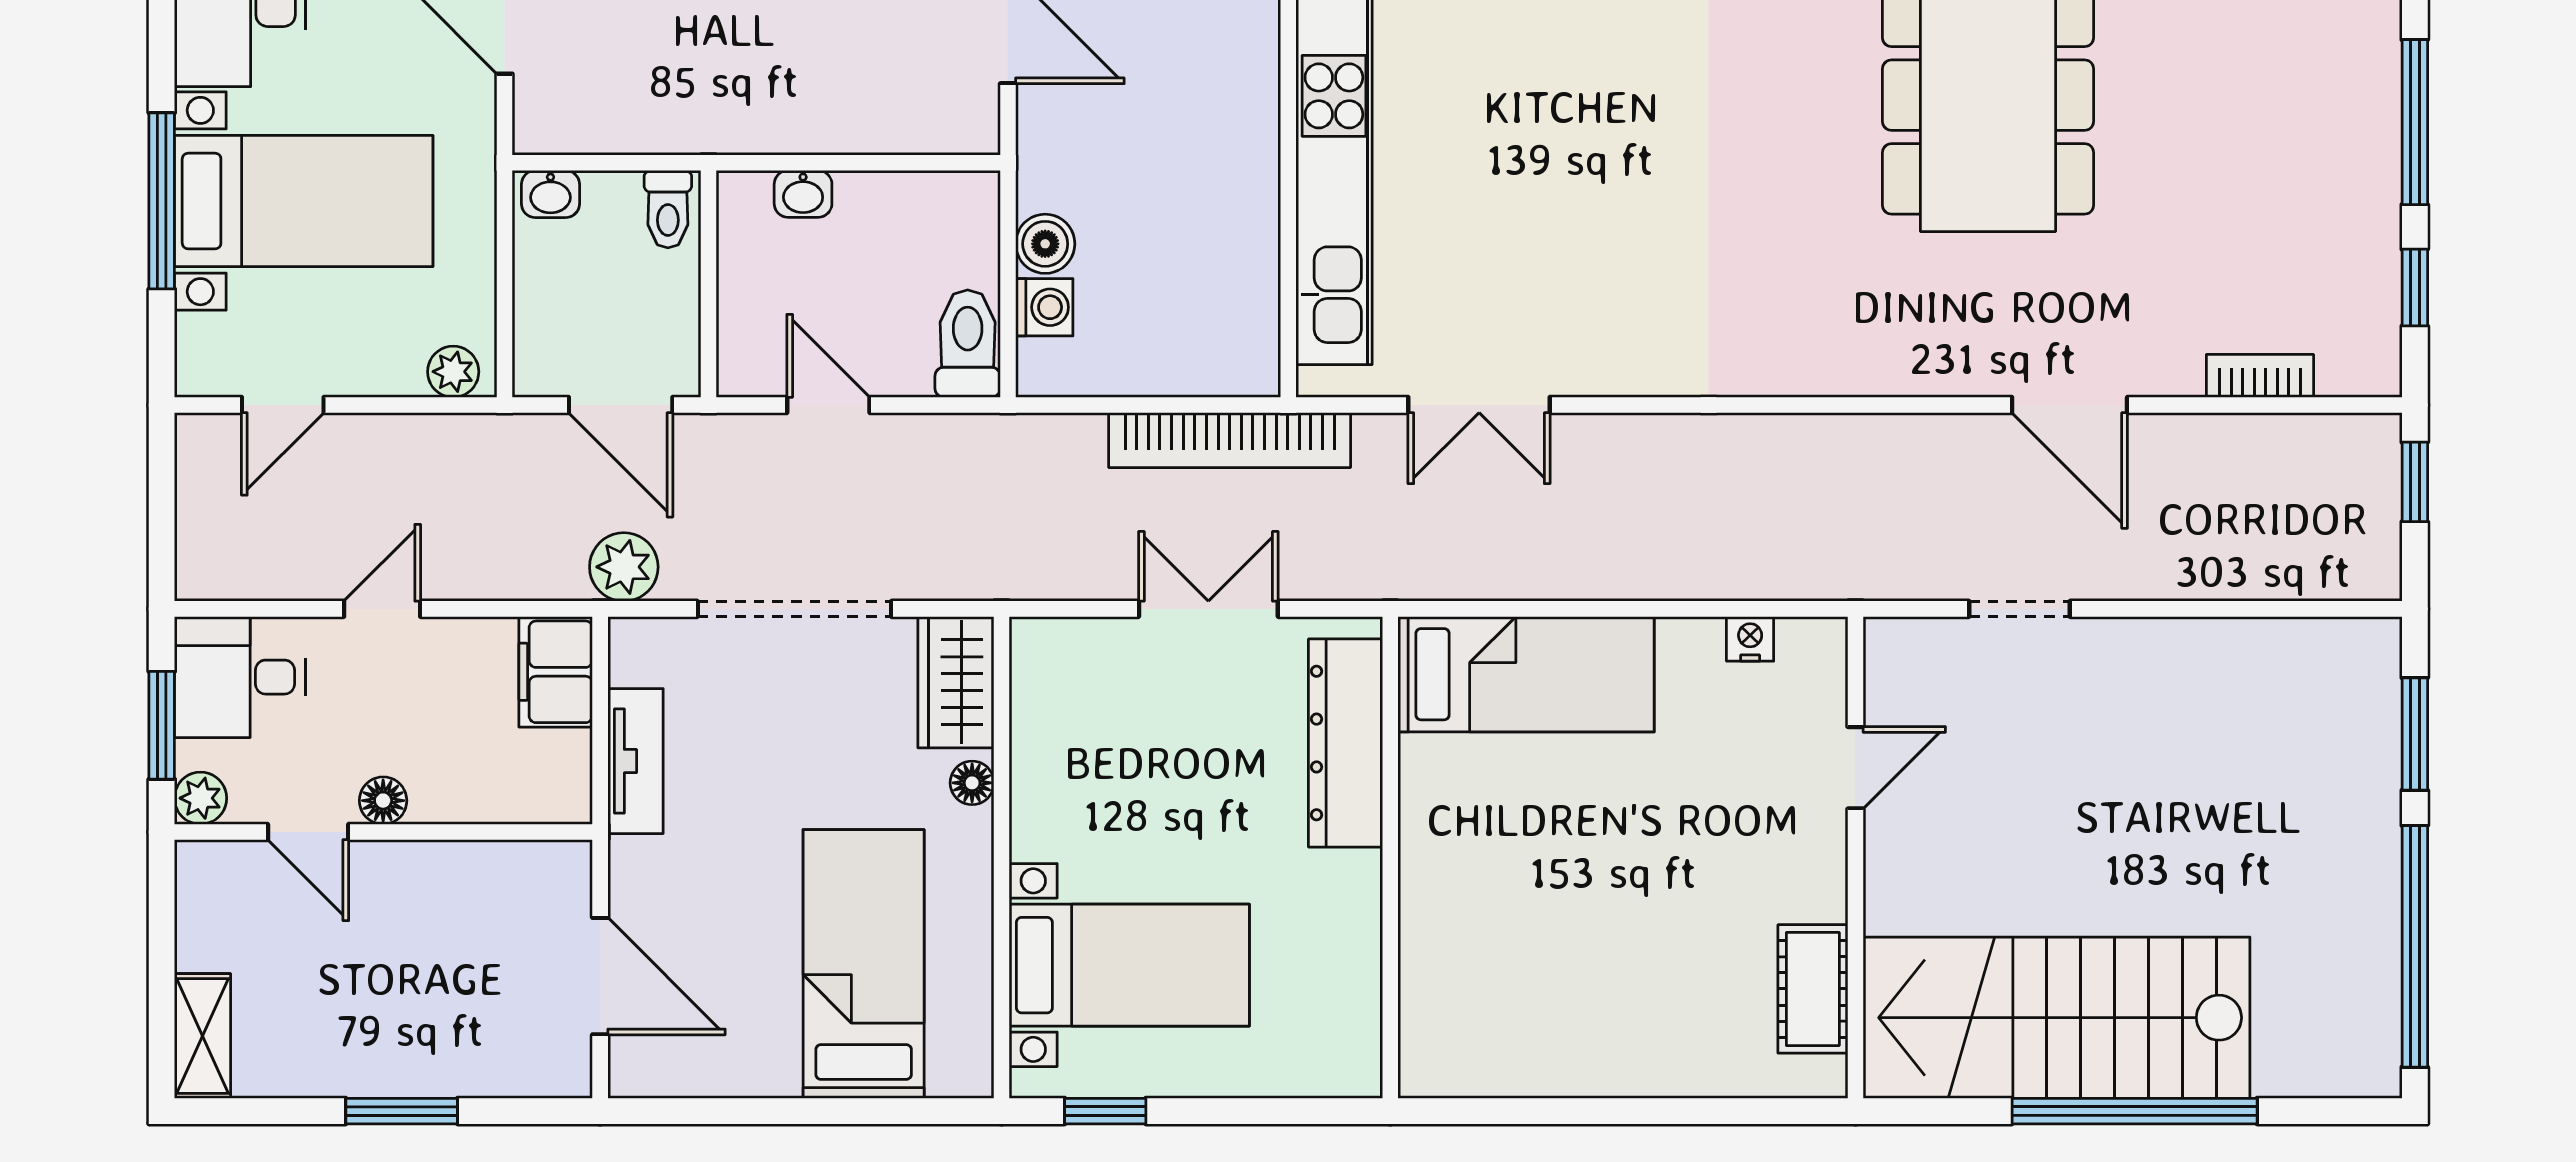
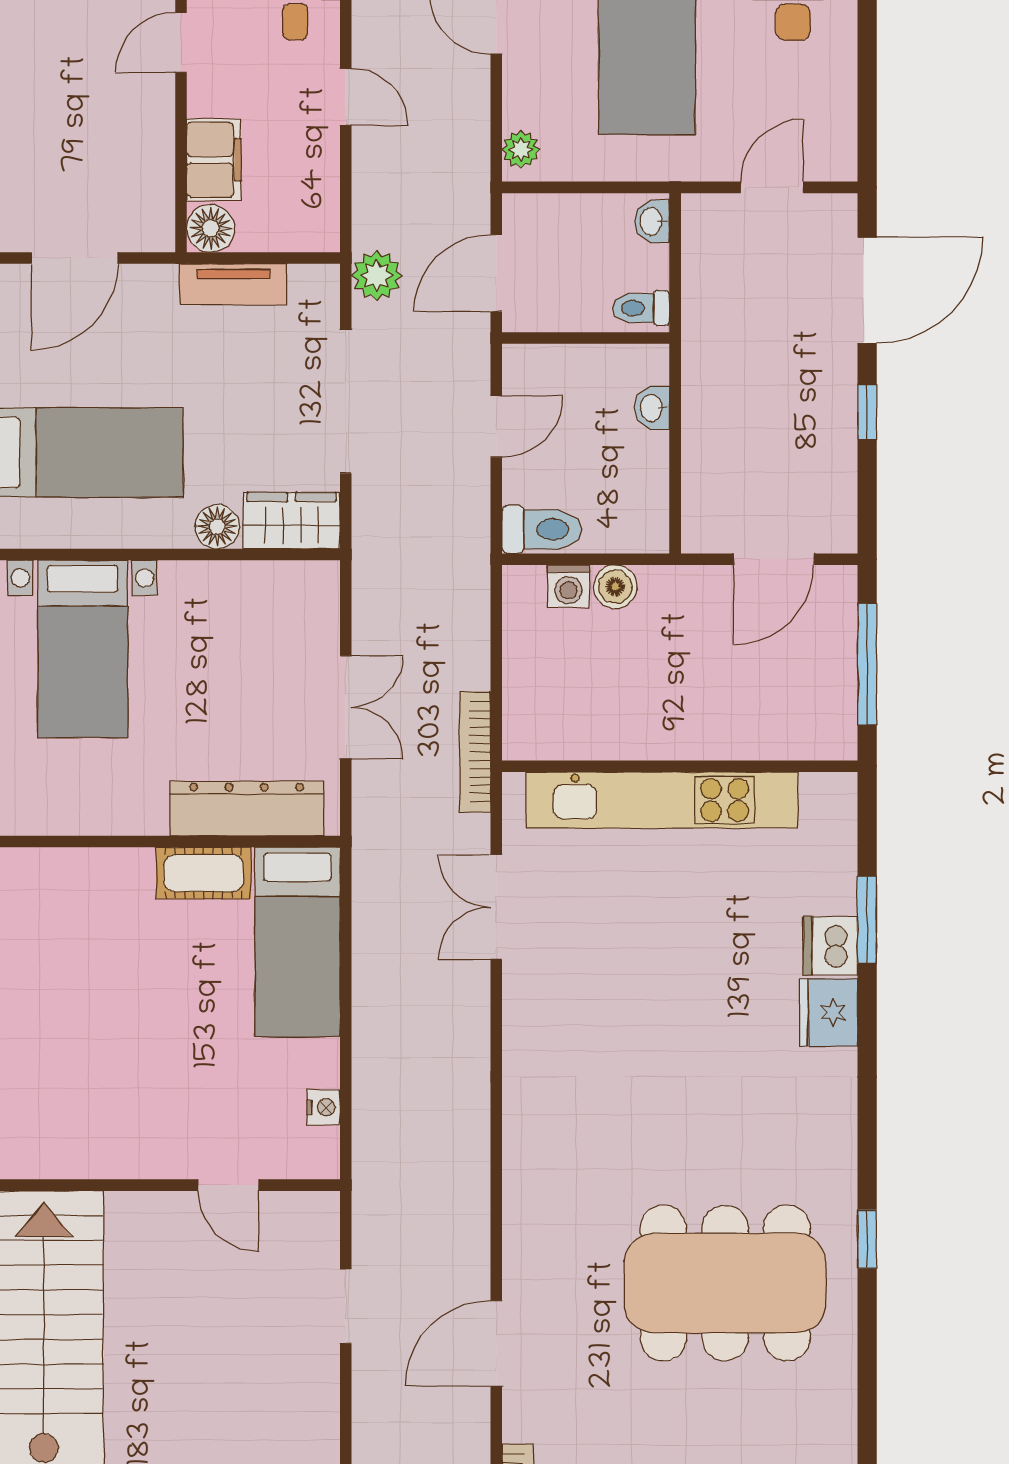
bookcase: (1230, 440) -> (475, 752), width x0.68, depth x0.76
filing cabinet: (556, 672) -> (214, 160), moved, turned 90
floor lamp: (972, 783) -> (217, 527), width x1.37, depth x1.37
floor lamp: (383, 801) -> (211, 228), moved, width x1.37, depth x1.37
cot: (1813, 989) -> (204, 873), moved

